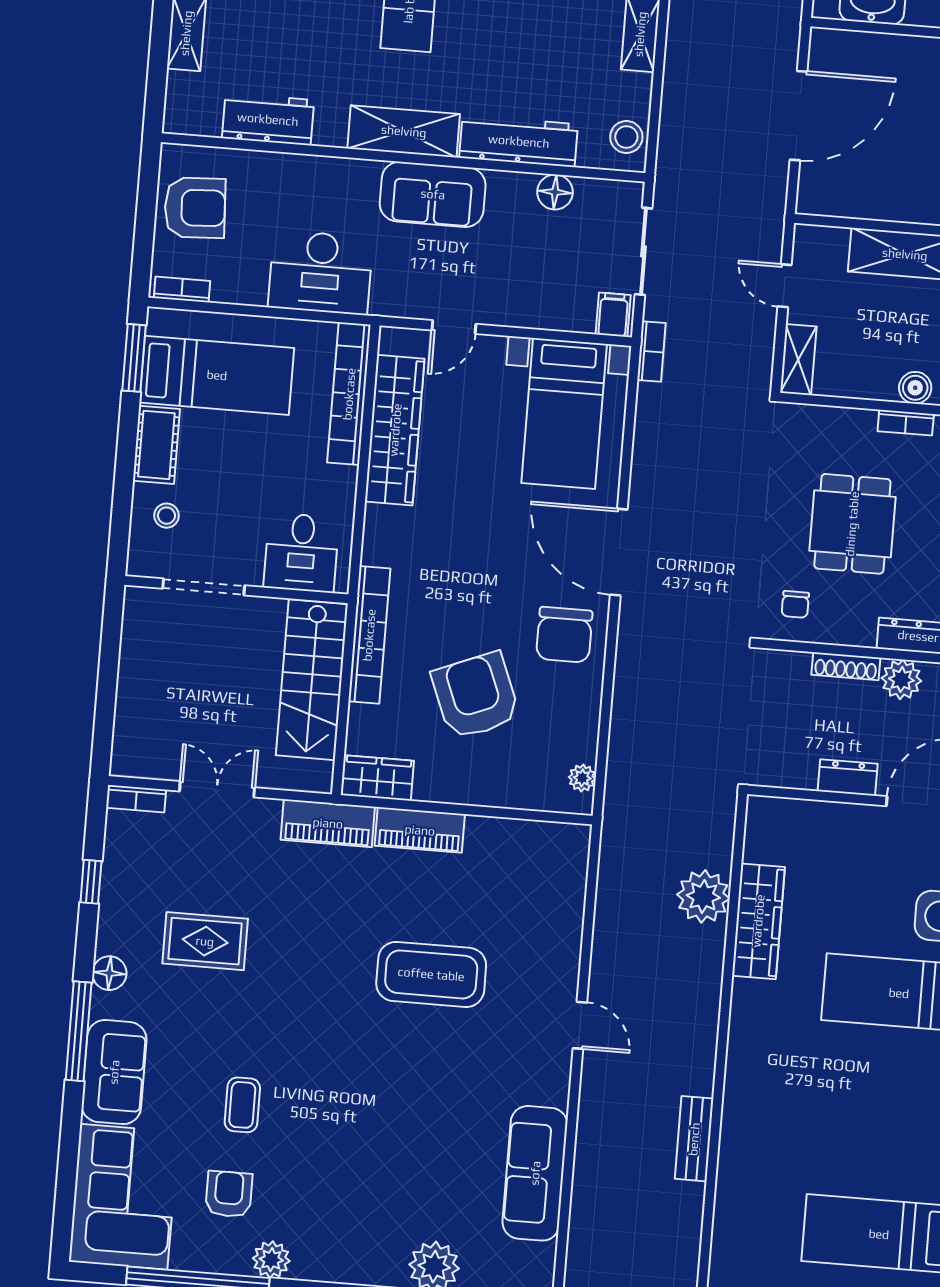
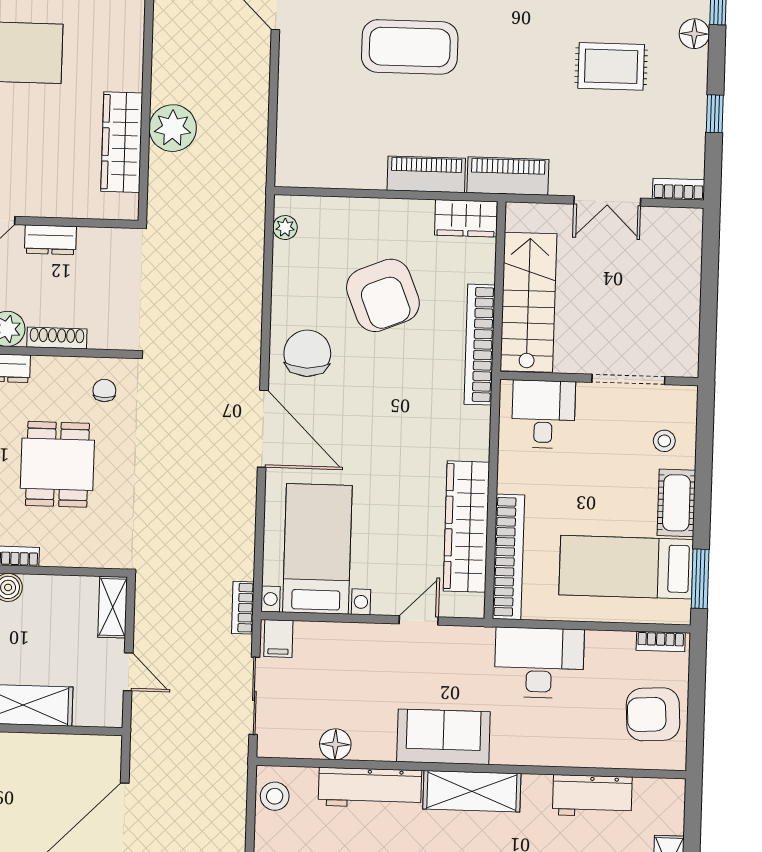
wardrobe: (758, 921) -> (122, 142), moved

